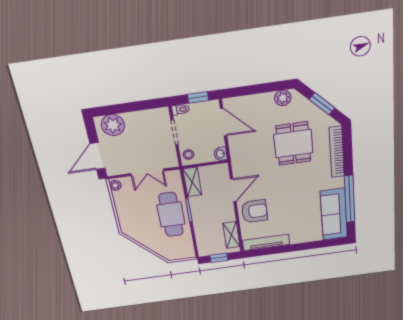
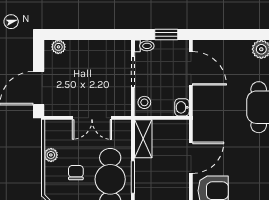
plant: (113, 125) -> (58, 47), width x0.53, depth x0.53
plant: (115, 185) -> (51, 155), moved
chair: (143, 214) -> (76, 173), added

